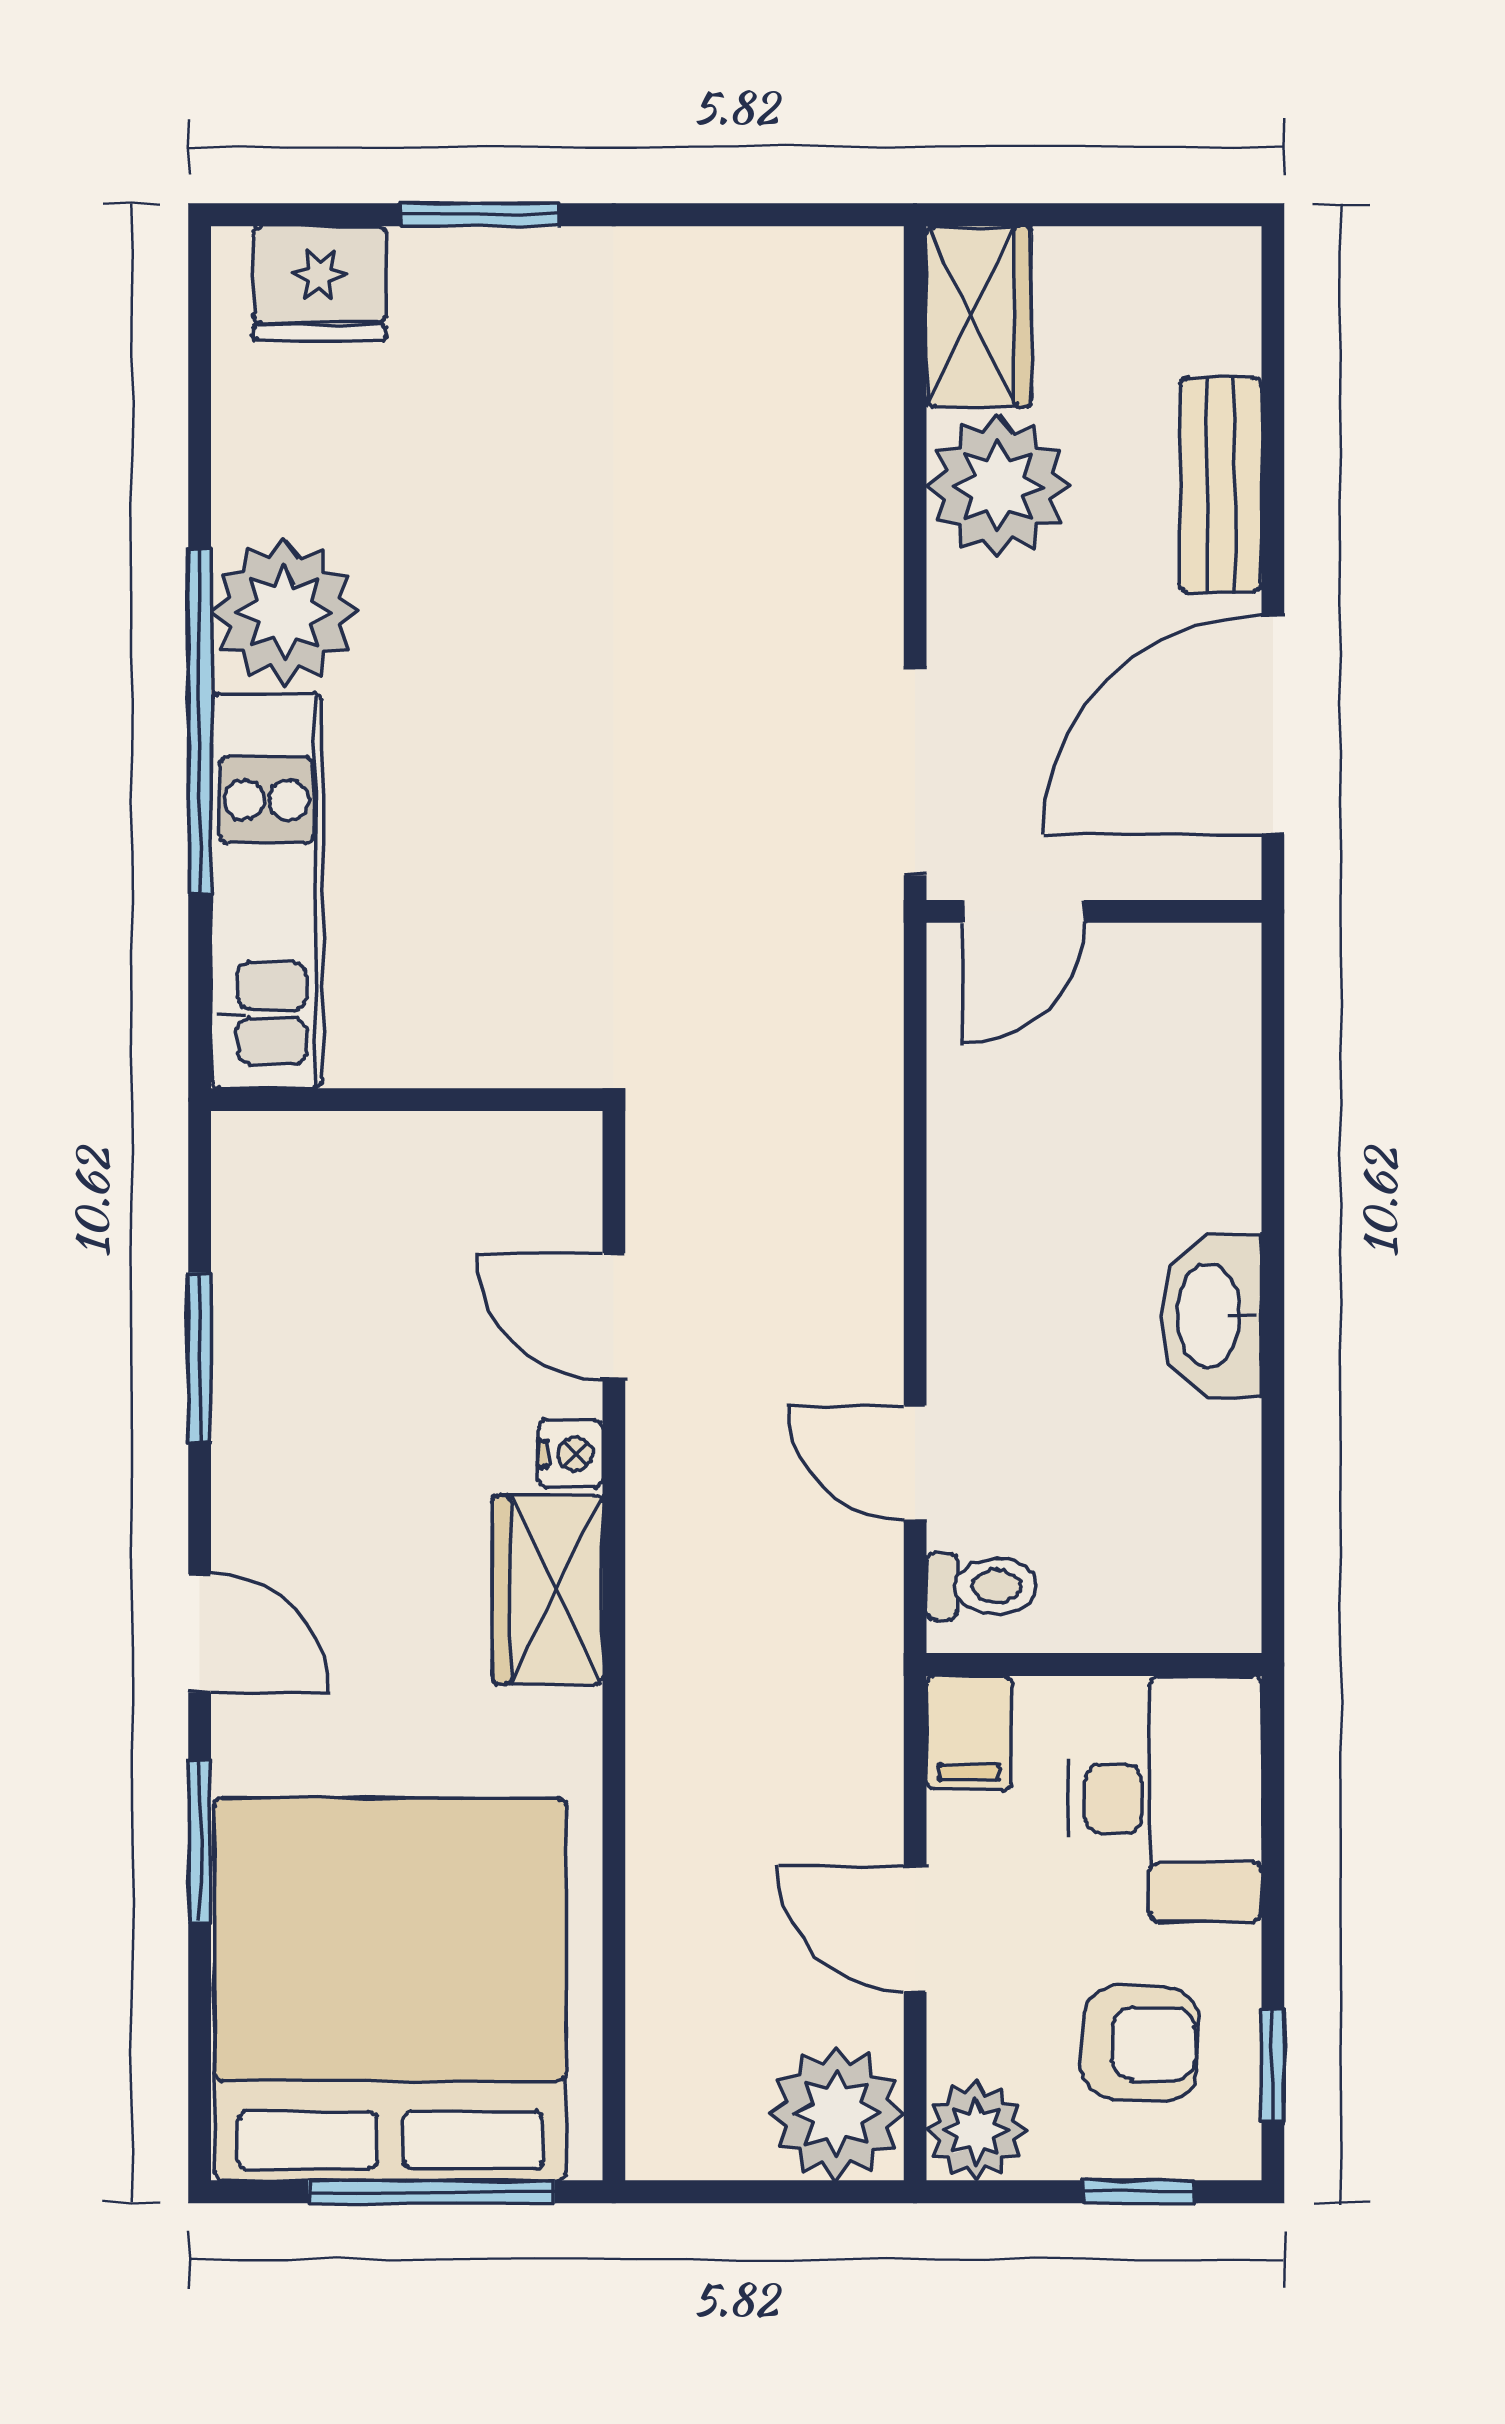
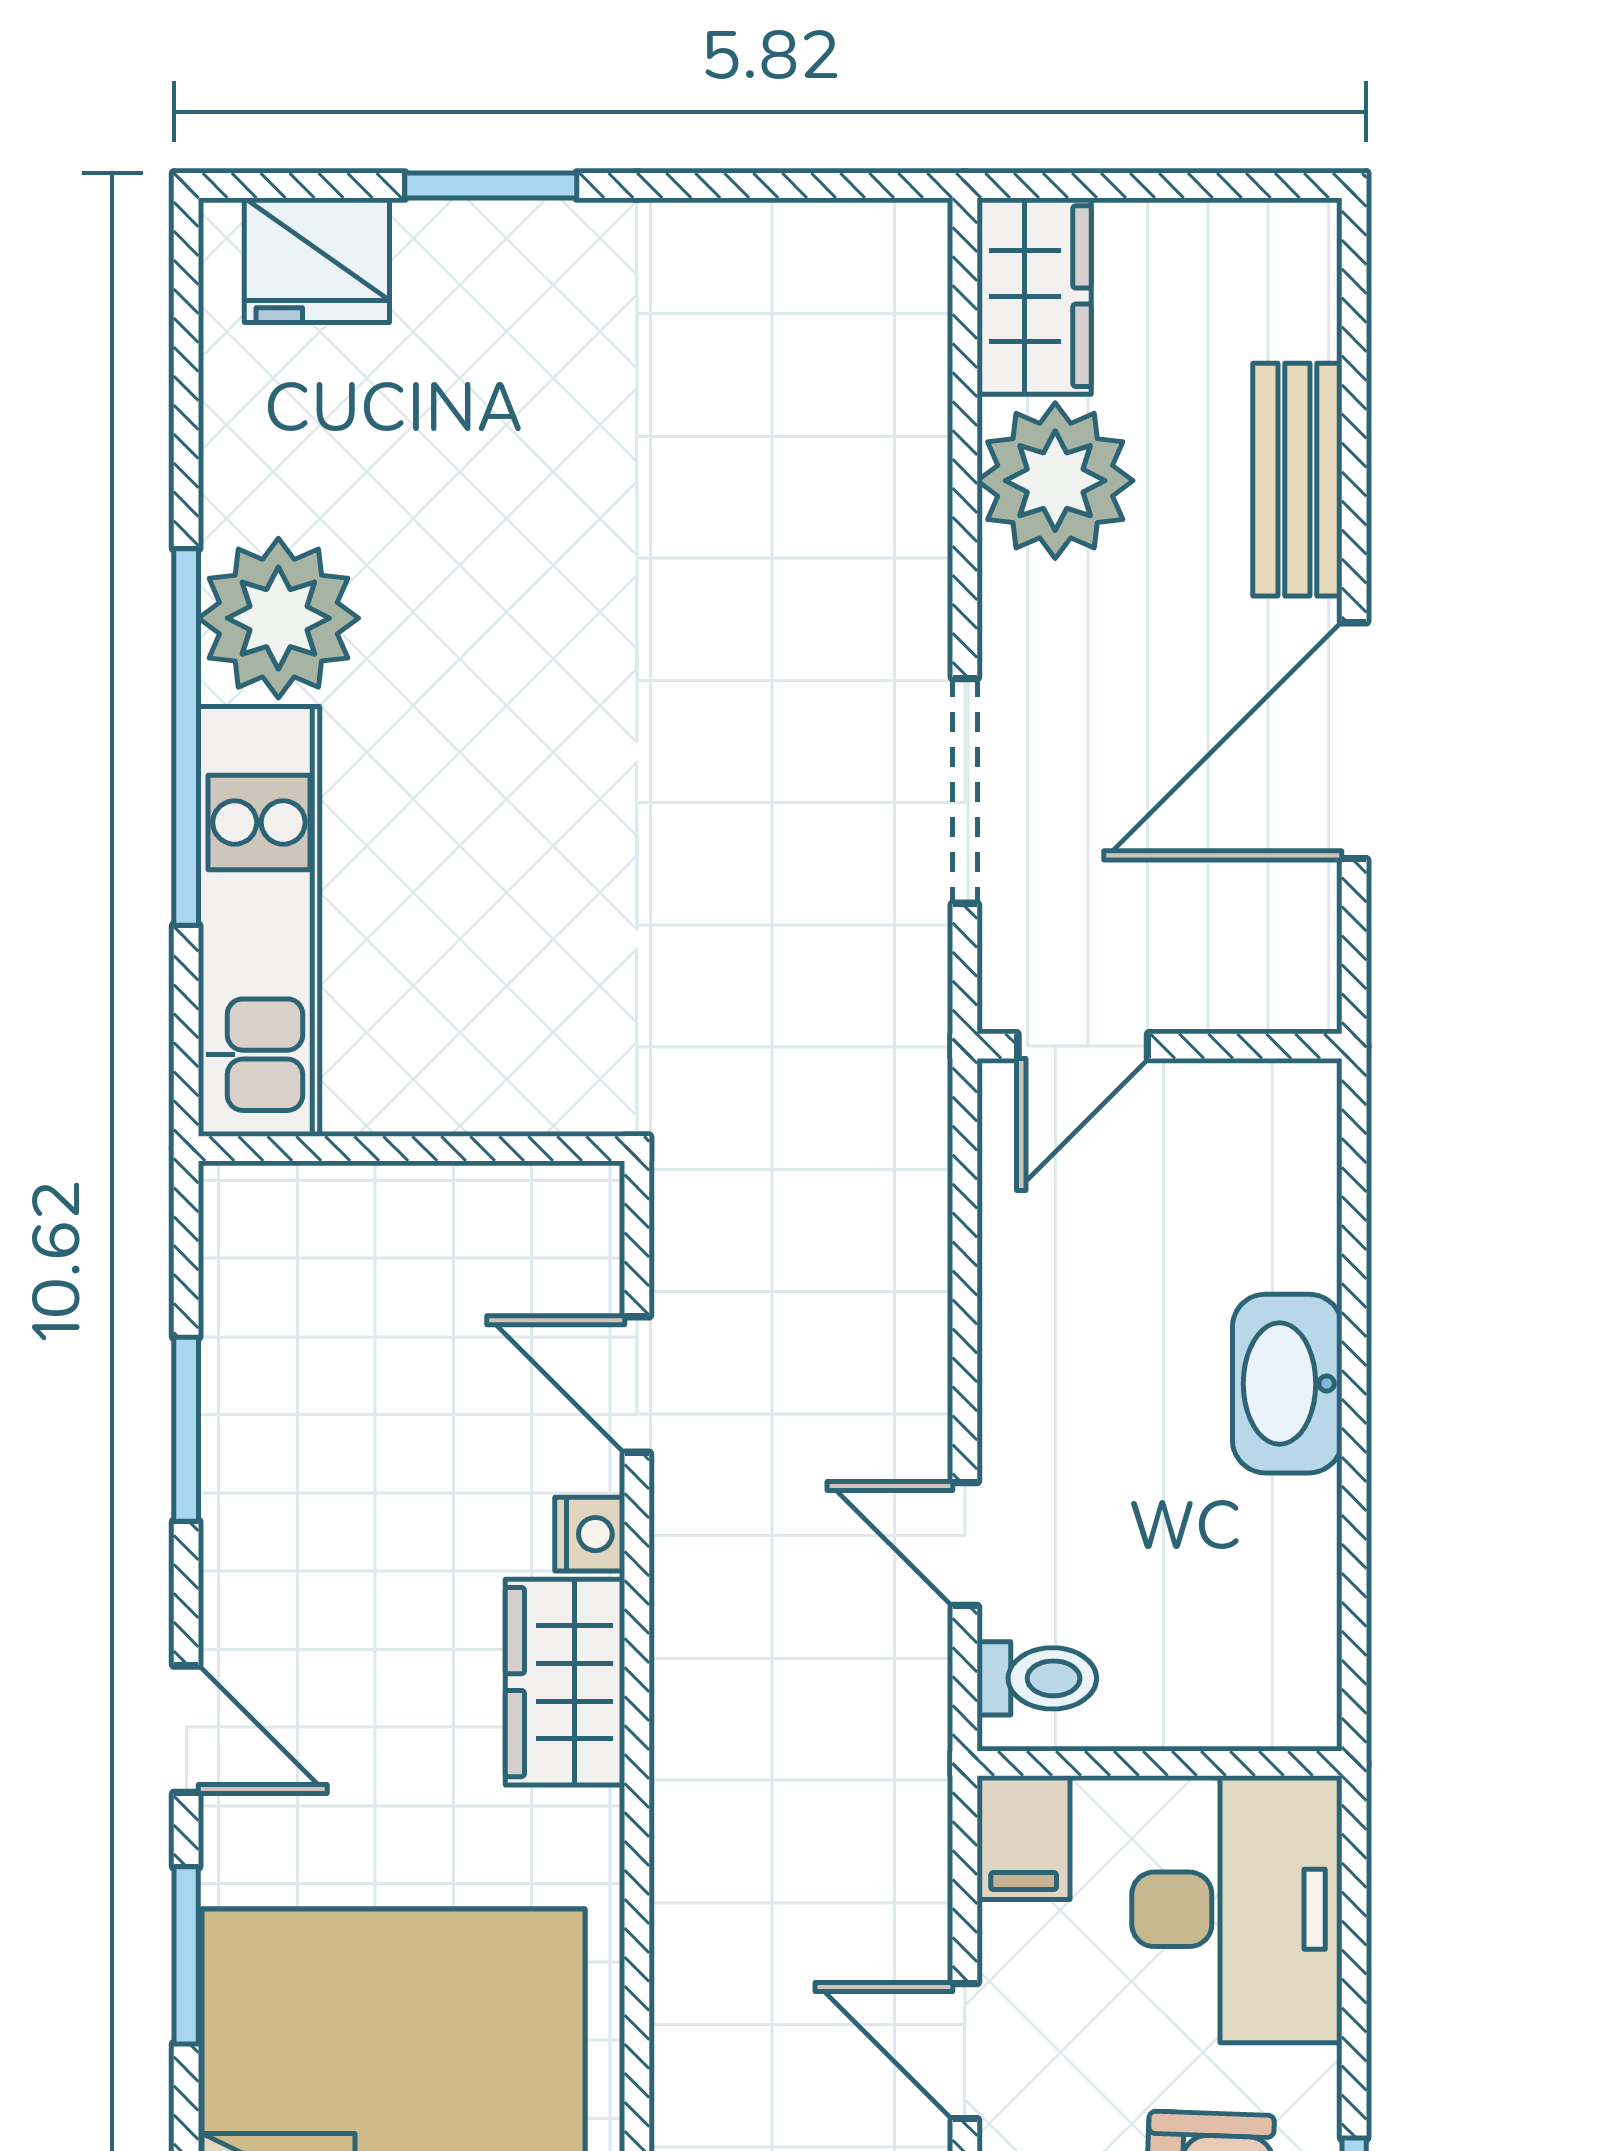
door: (1023, 911) -> (1083, 1046), moved
wall: (1094, 911) -> (1159, 1046), moved

